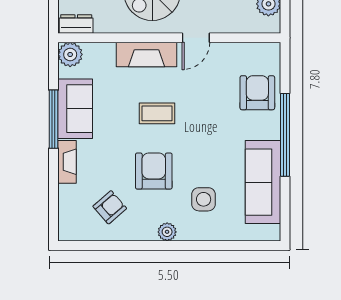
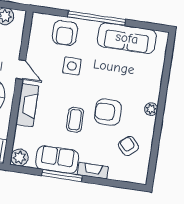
armchair: (257, 93) -> (65, 33), turned -90
coffee table: (157, 113) -> (75, 120), moved
side table: (204, 199) -> (72, 66), moved

